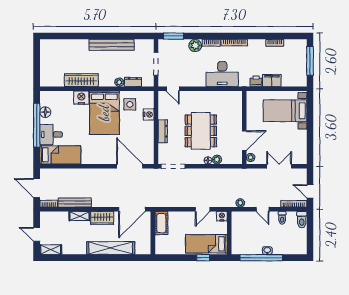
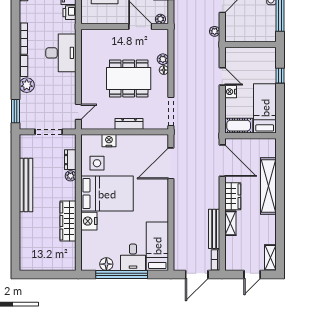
nightstand: (222, 216) -> (231, 92), moved
bed: (206, 244) -> (265, 108), moved, turned 180

